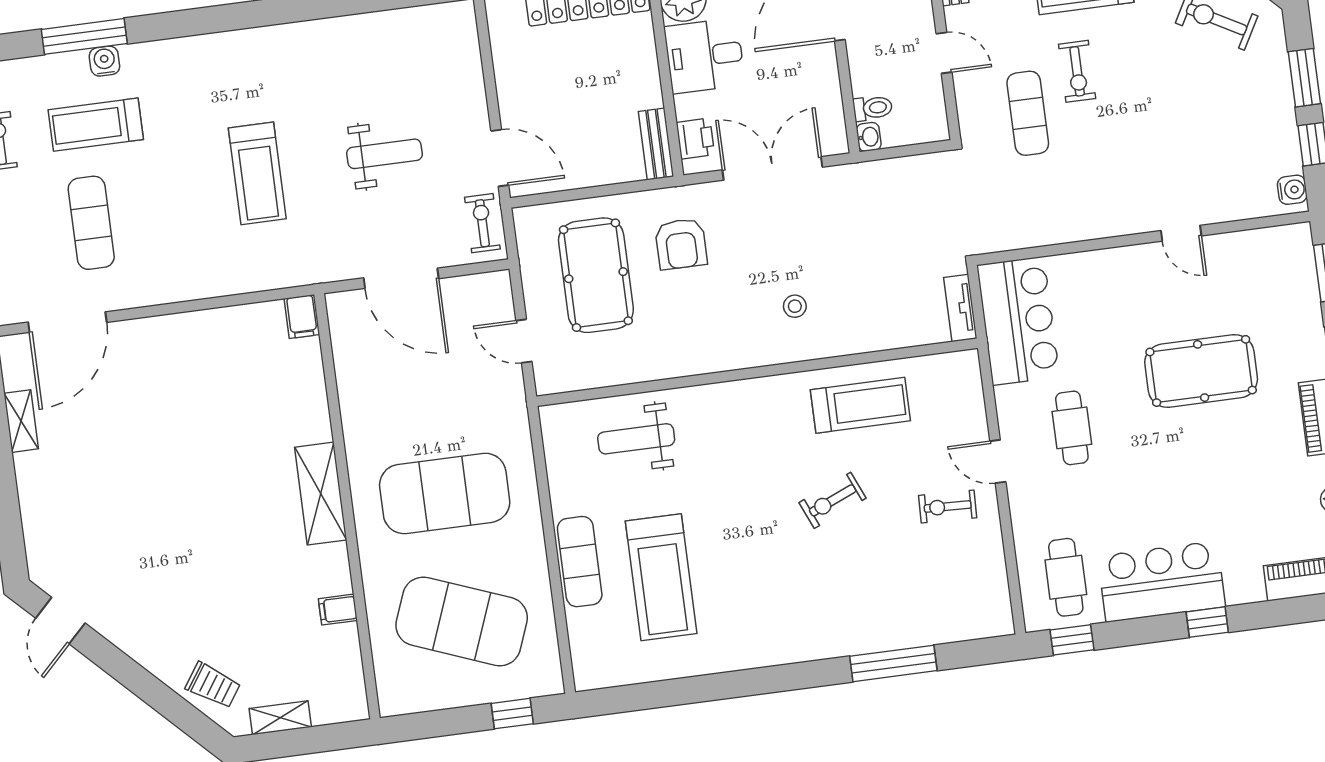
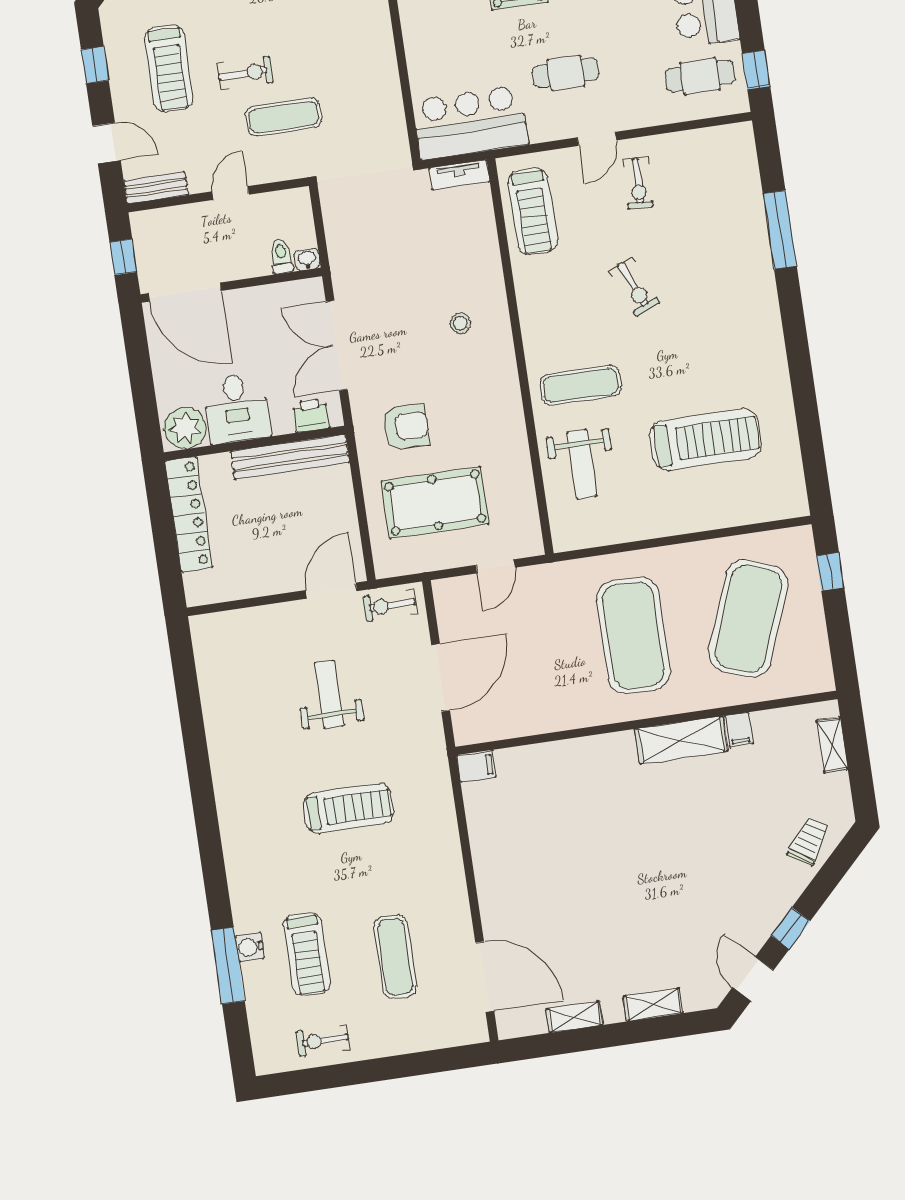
bench: (656, 144) -> (290, 457), width x1.86, depth x1.21
exercise mat: (91, 223) -> (395, 957), turned 90
treadmill: (860, 405) -> (533, 211), moved, turned 180
shelving: (321, 494) -> (681, 740), moved
shelving: (33, 509) -> (653, 1005), added
exercise mat: (580, 562) -> (581, 385), moved
door: (60, 621) -> (753, 979), swing flipped
window: (116, 663) -> (791, 928), added
shelving: (280, 718) -> (832, 745), moved

